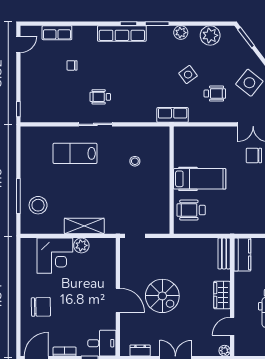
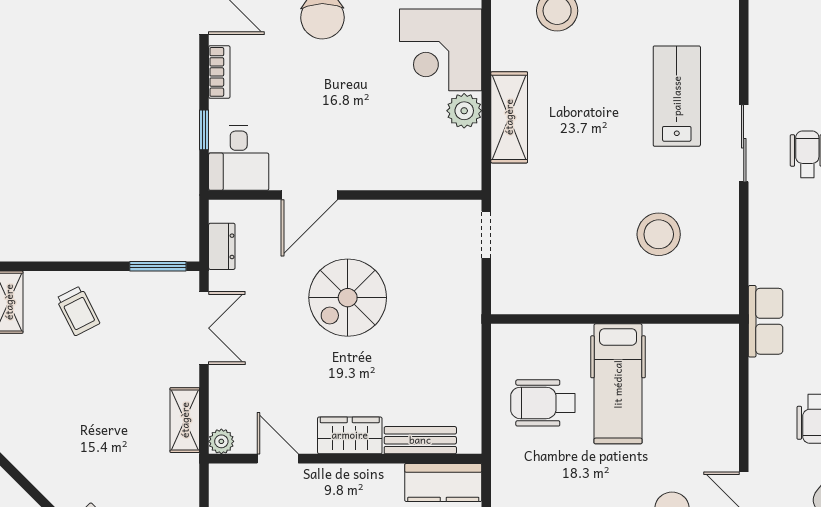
stool: (135, 161) -> (659, 234), width x1.89, depth x1.89
wheelchair: (191, 210) -> (543, 403), moved, turned -90
bench: (224, 253) -> (420, 440), moved
door: (118, 300) -> (309, 195), moved

